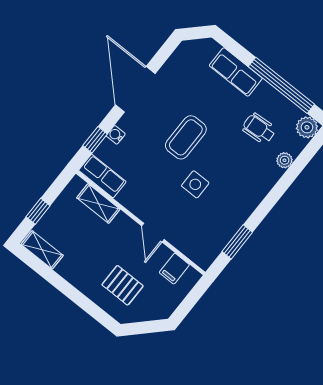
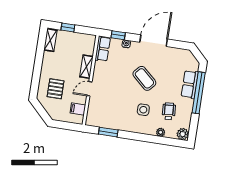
window: (281, 85) -> (199, 93), moved
coffee table: (186, 137) -> (144, 78), turned 42
side table: (195, 184) -> (143, 110), moved
shelving: (98, 203) -> (86, 67), moved

